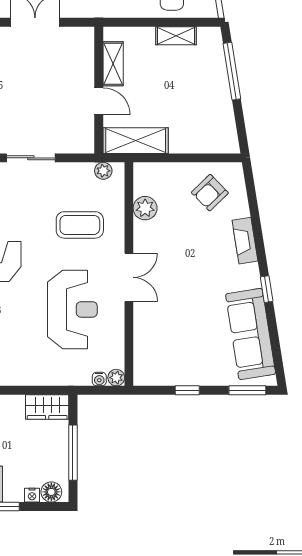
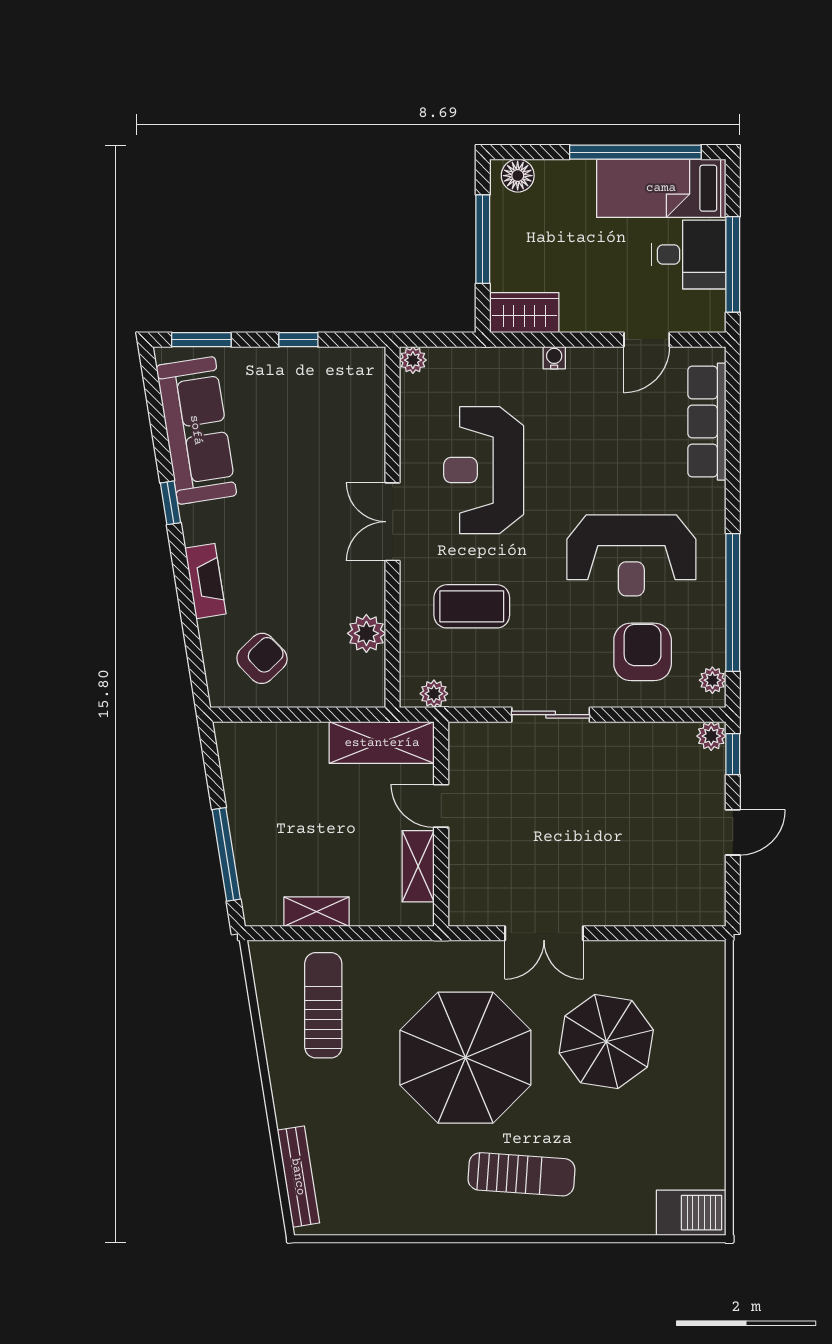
water cooler: (99, 379) -> (554, 358), moved
nightstand: (32, 495) -> (549, 170), removed

